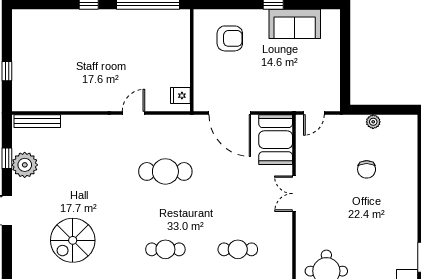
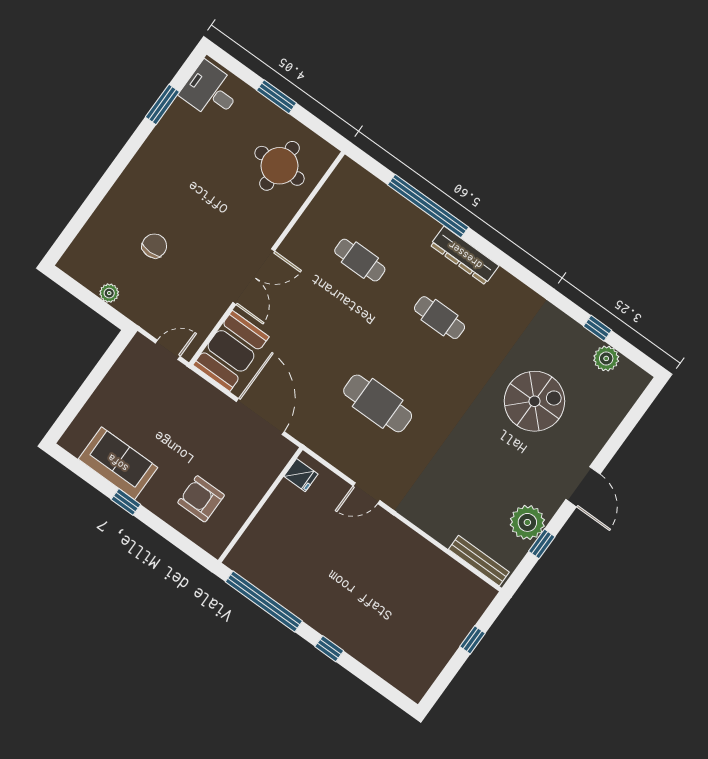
double door: (294, 194) -> (254, 277), width x1.37

